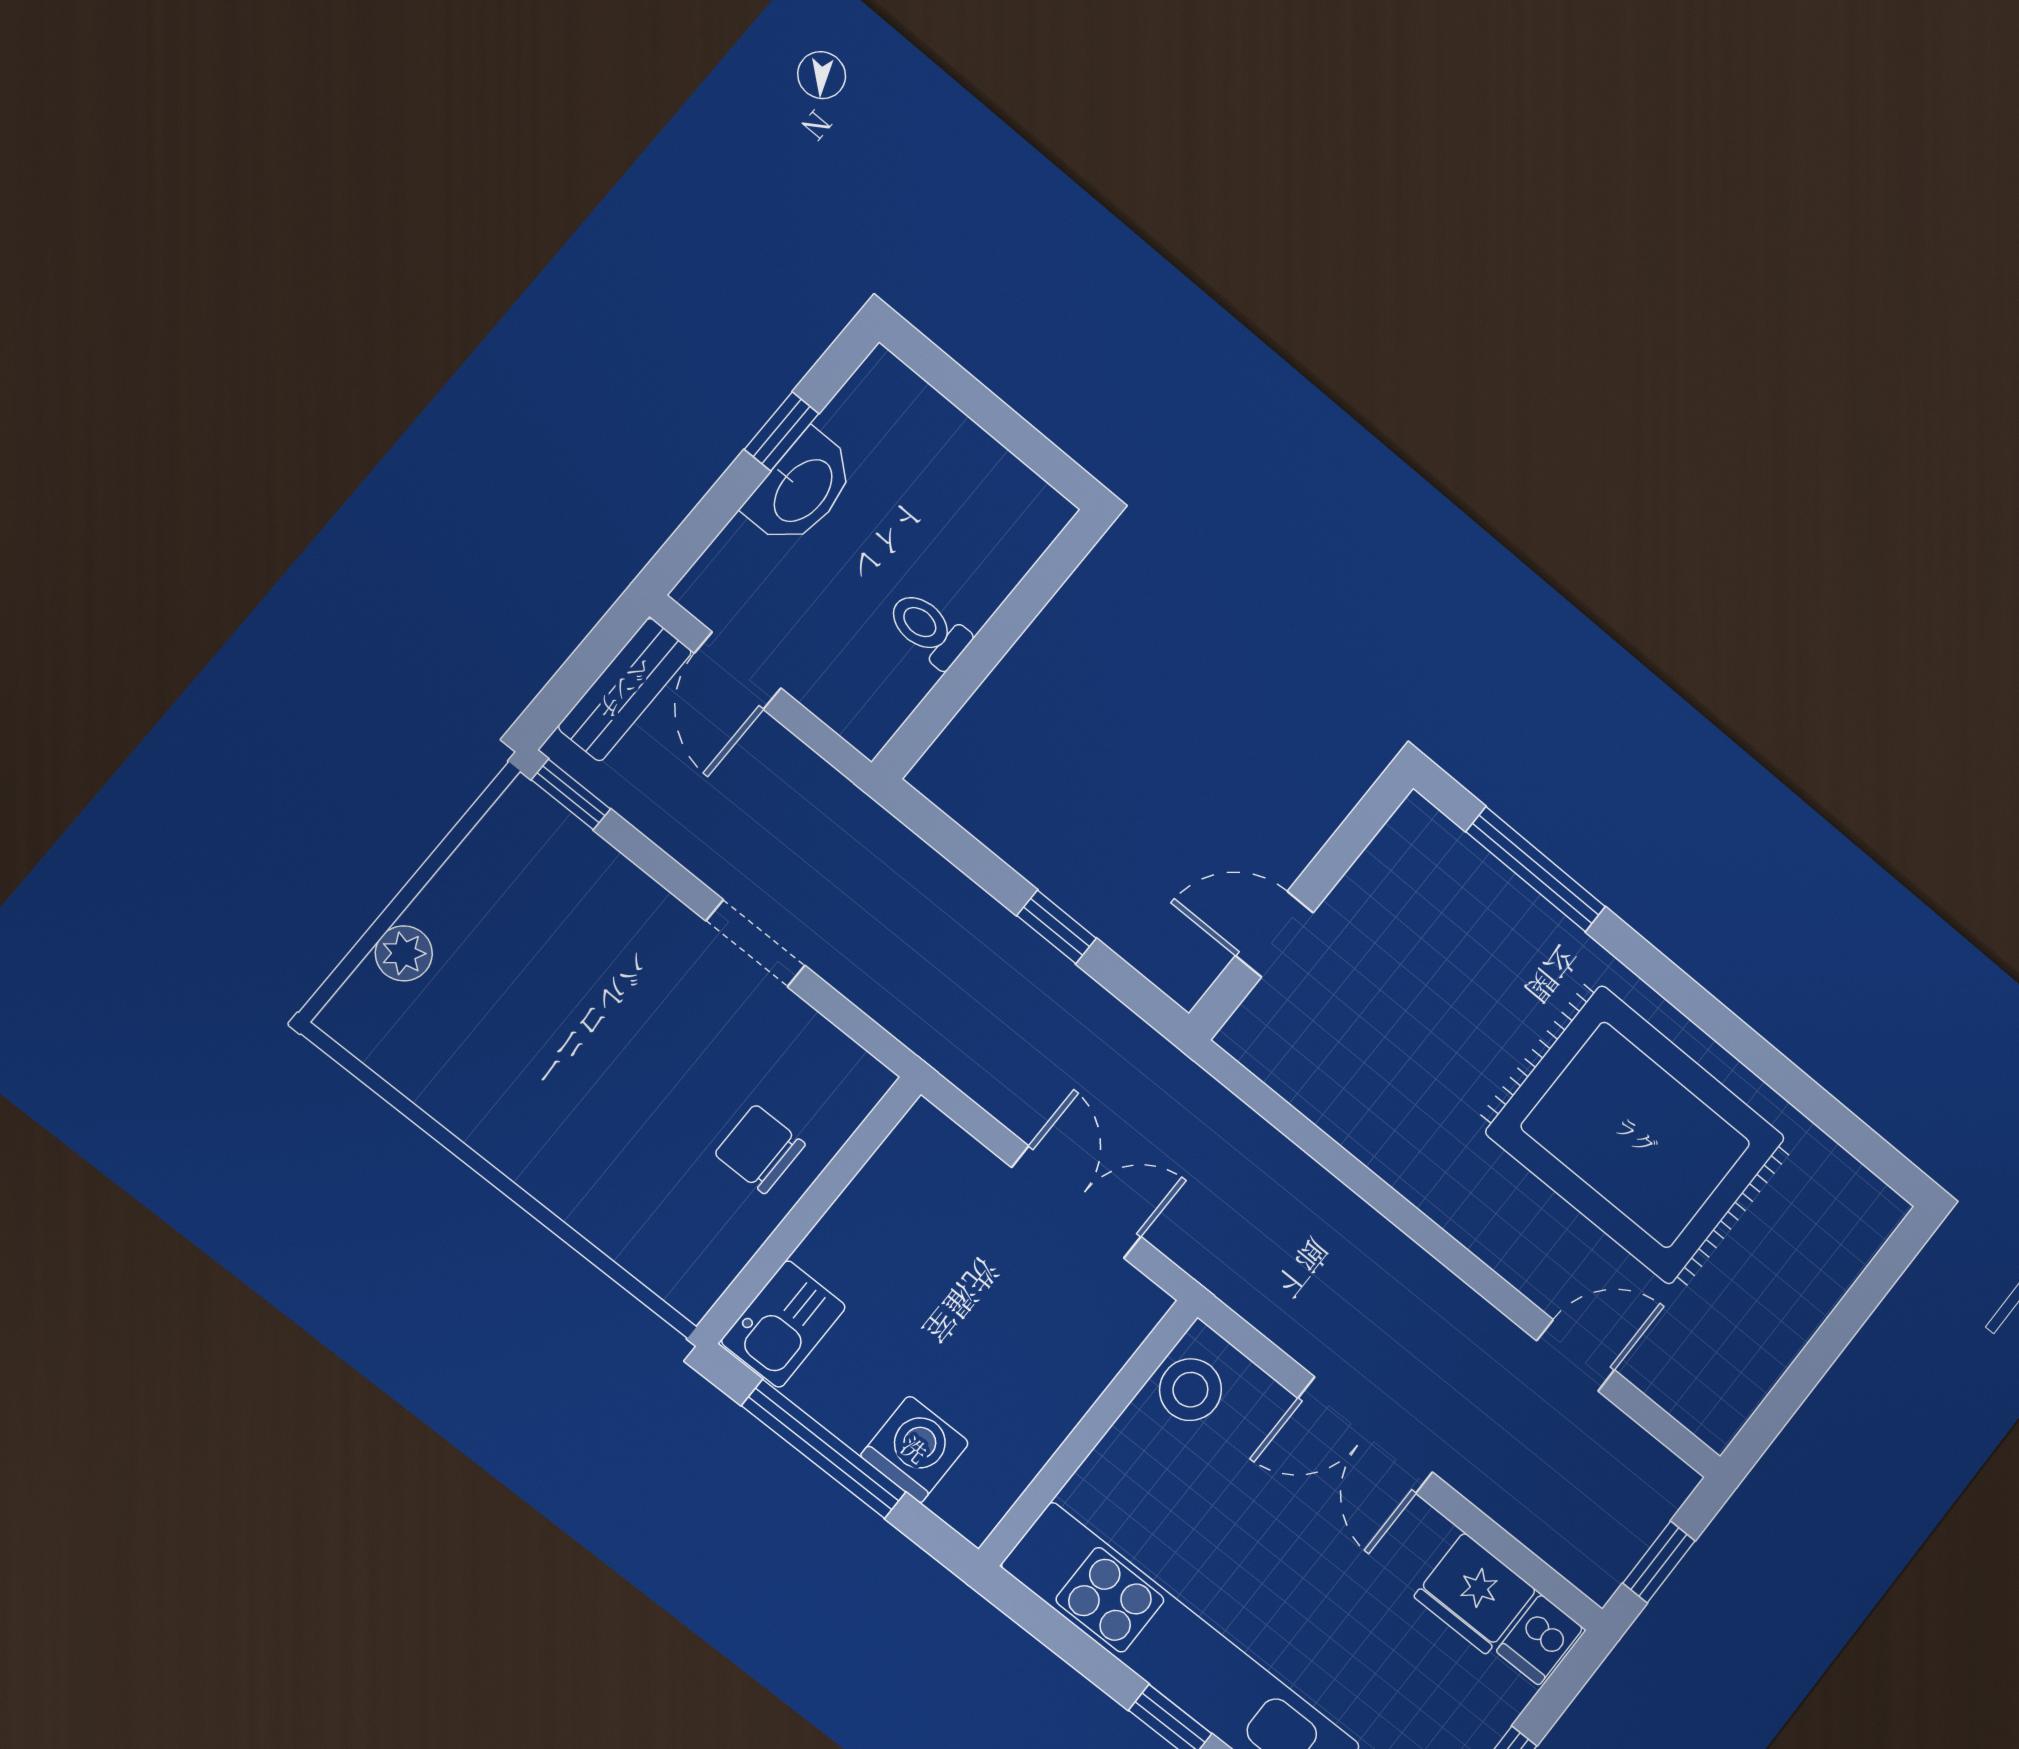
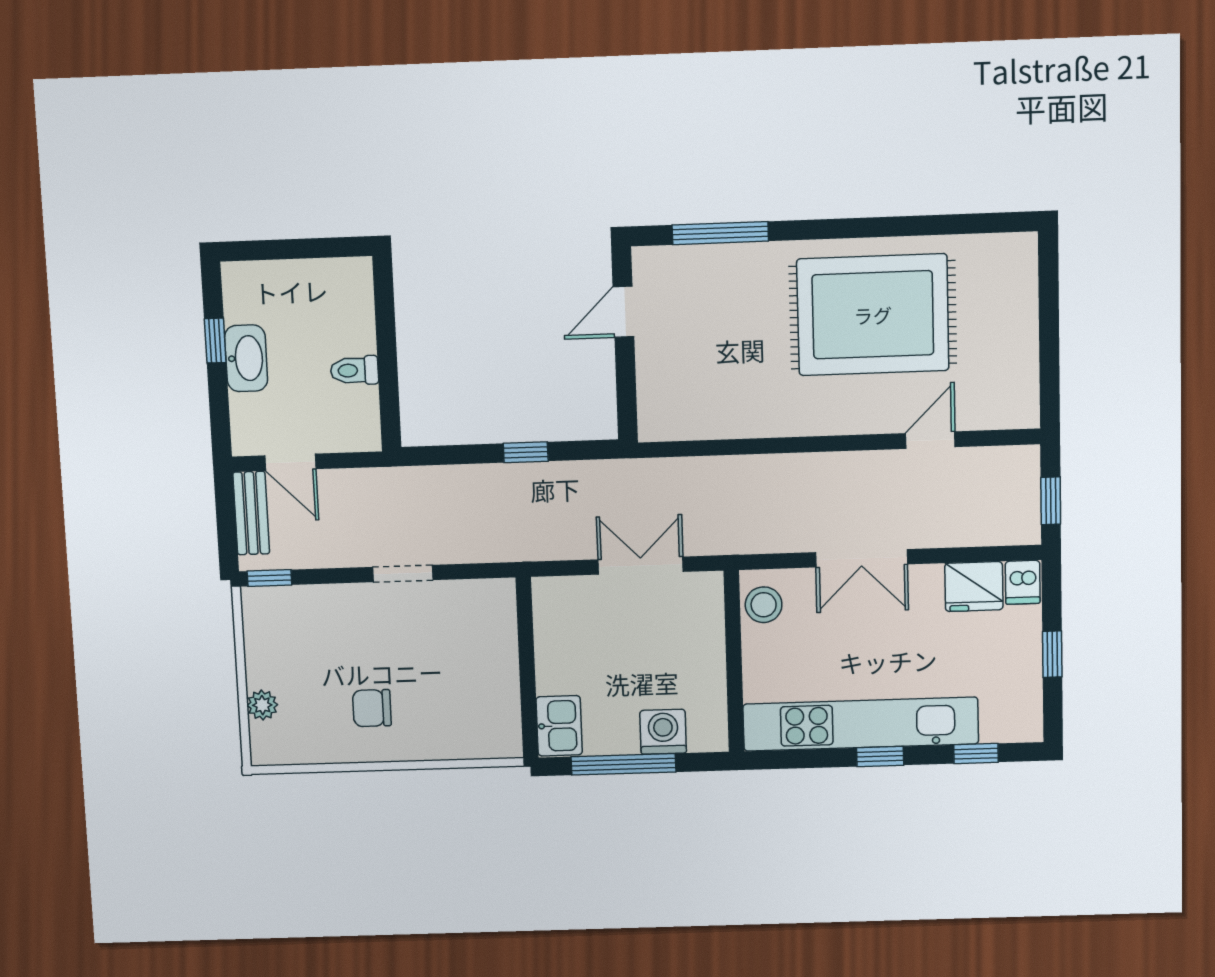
door: (1274, 934) -> (623, 312), moved
chair: (760, 1149) -> (372, 708), moved

